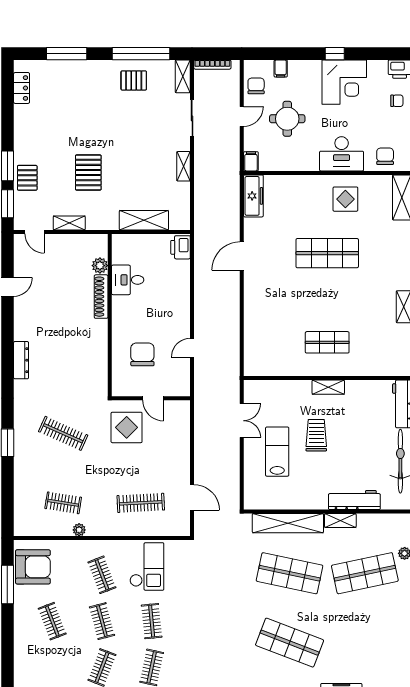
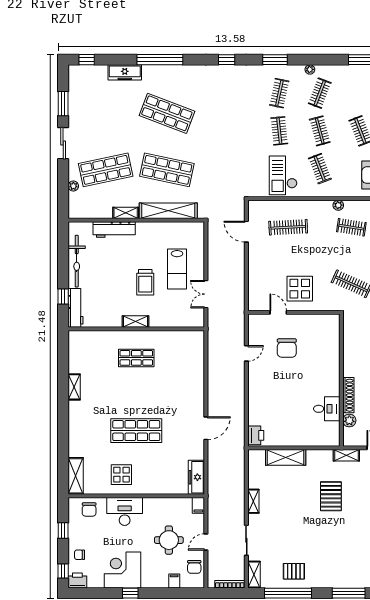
plant: (100, 266) -> (349, 420), moved
desk: (128, 280) -> (327, 409), moved
shoe rack: (101, 297) -> (348, 395), moved
wall: (110, 315) -> (341, 380), moved

